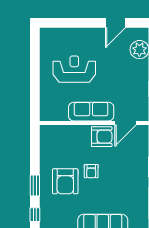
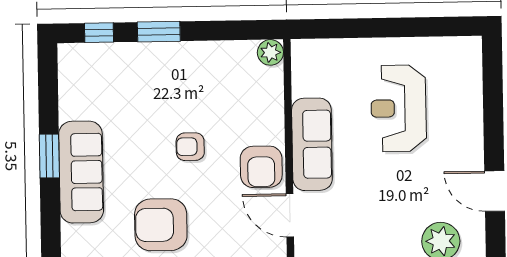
reception desk: (74, 69) -> (399, 108), turned 180
plant: (46, 131) -> (270, 52), added
armchair: (65, 181) -> (161, 225), moved

